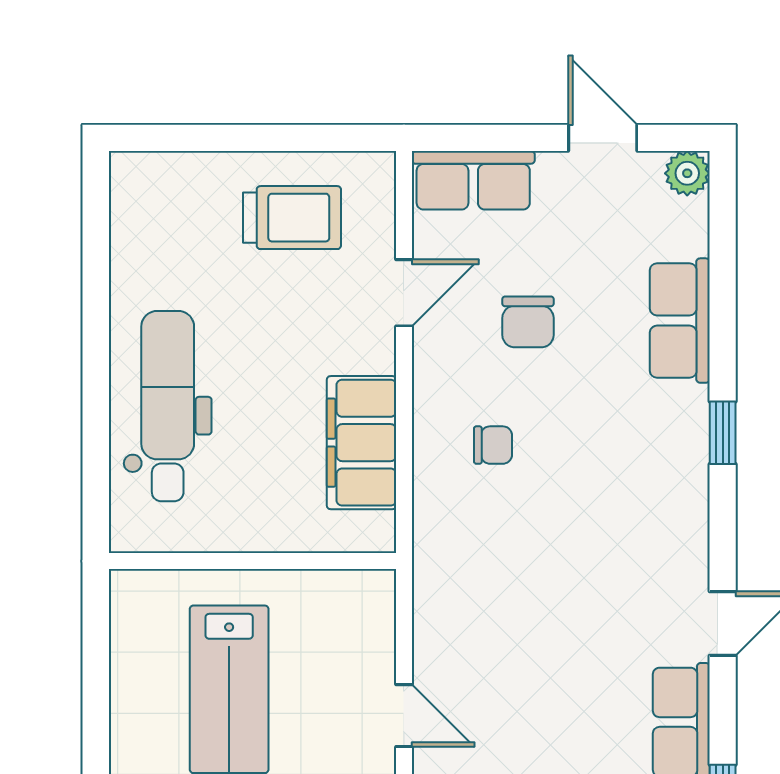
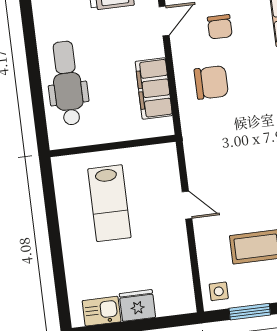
chair: (493, 445) -> (211, 82), width x1.87, depth x1.87

